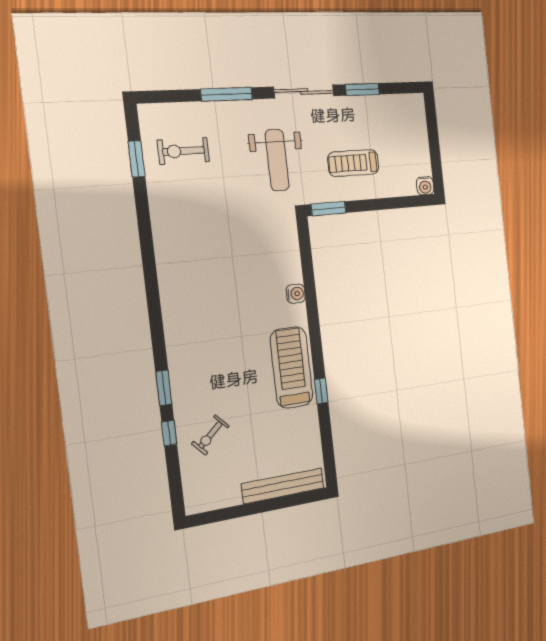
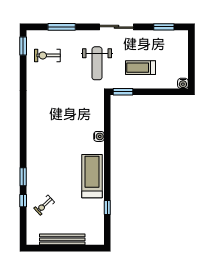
window: (362, 89) -> (164, 27), moved
window: (227, 94) -> (62, 27), moved
window: (137, 159) -> (23, 46), moved
window: (321, 391) -> (107, 208), moved
bench: (283, 486) -> (62, 239), moved

